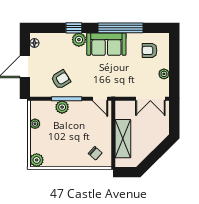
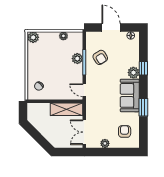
window: (120, 28) -> (143, 107), width x0.47
door: (100, 99) -> (84, 90), hinge flipped
shelving: (123, 139) -> (67, 109), moved

